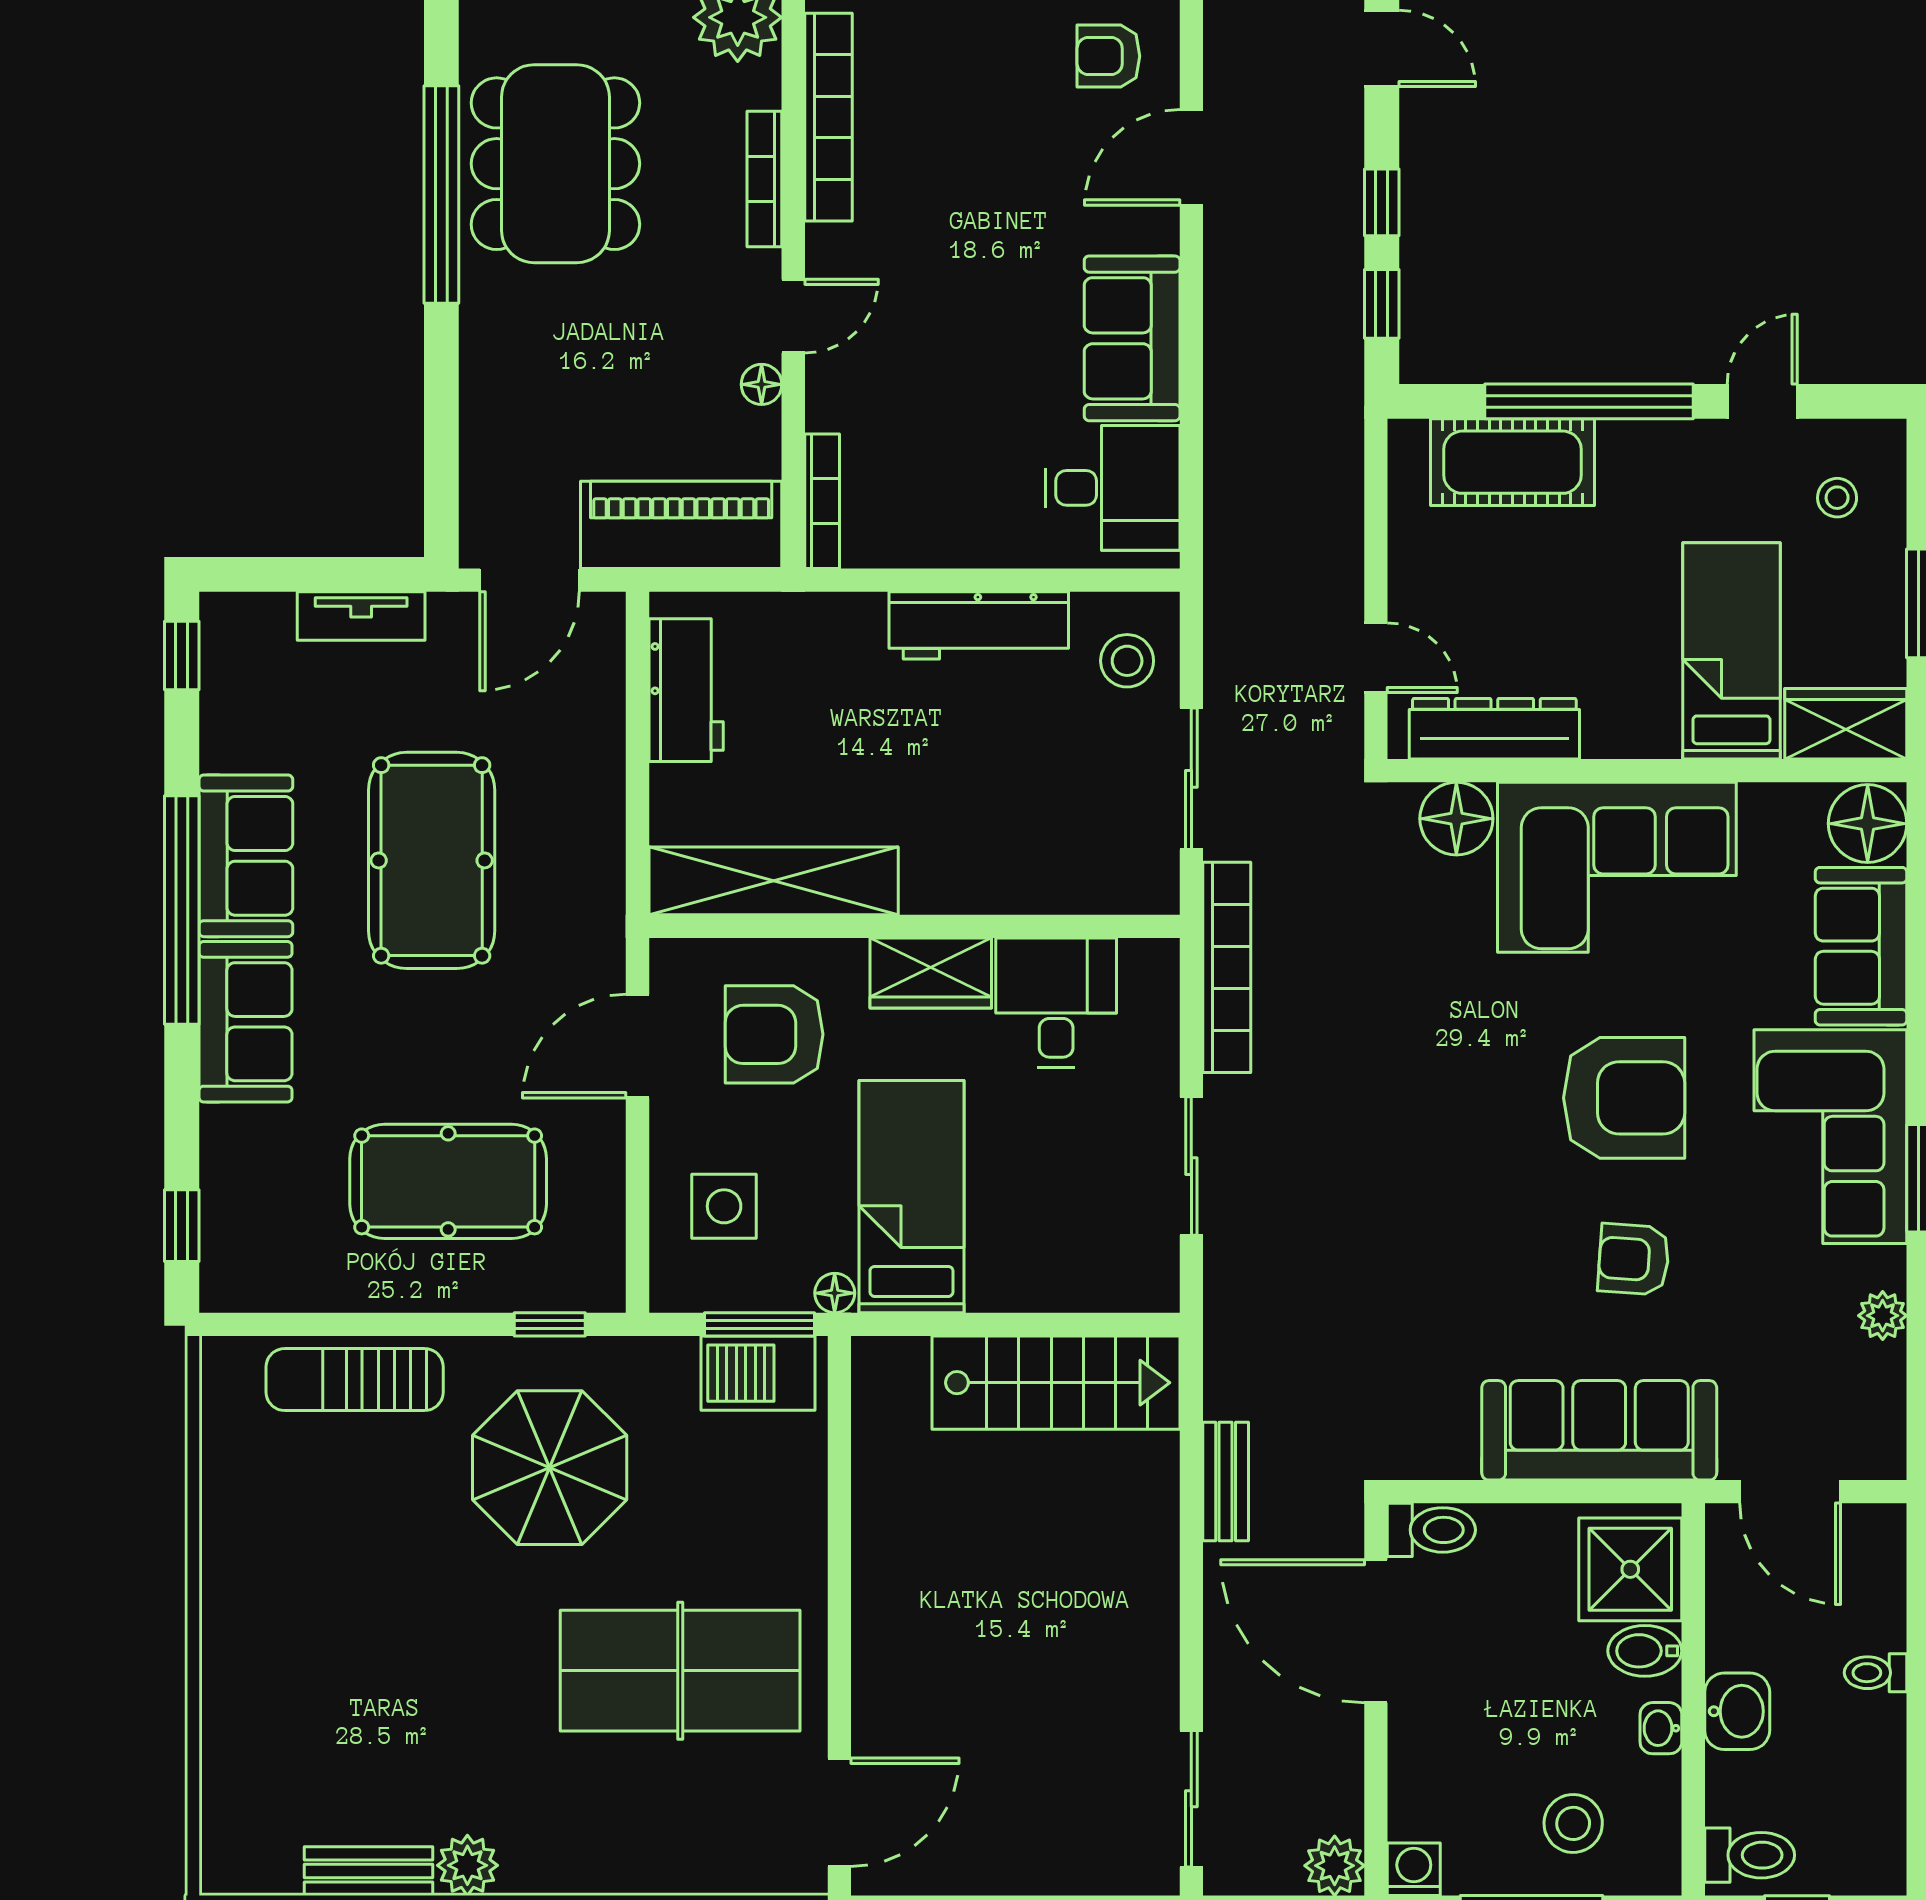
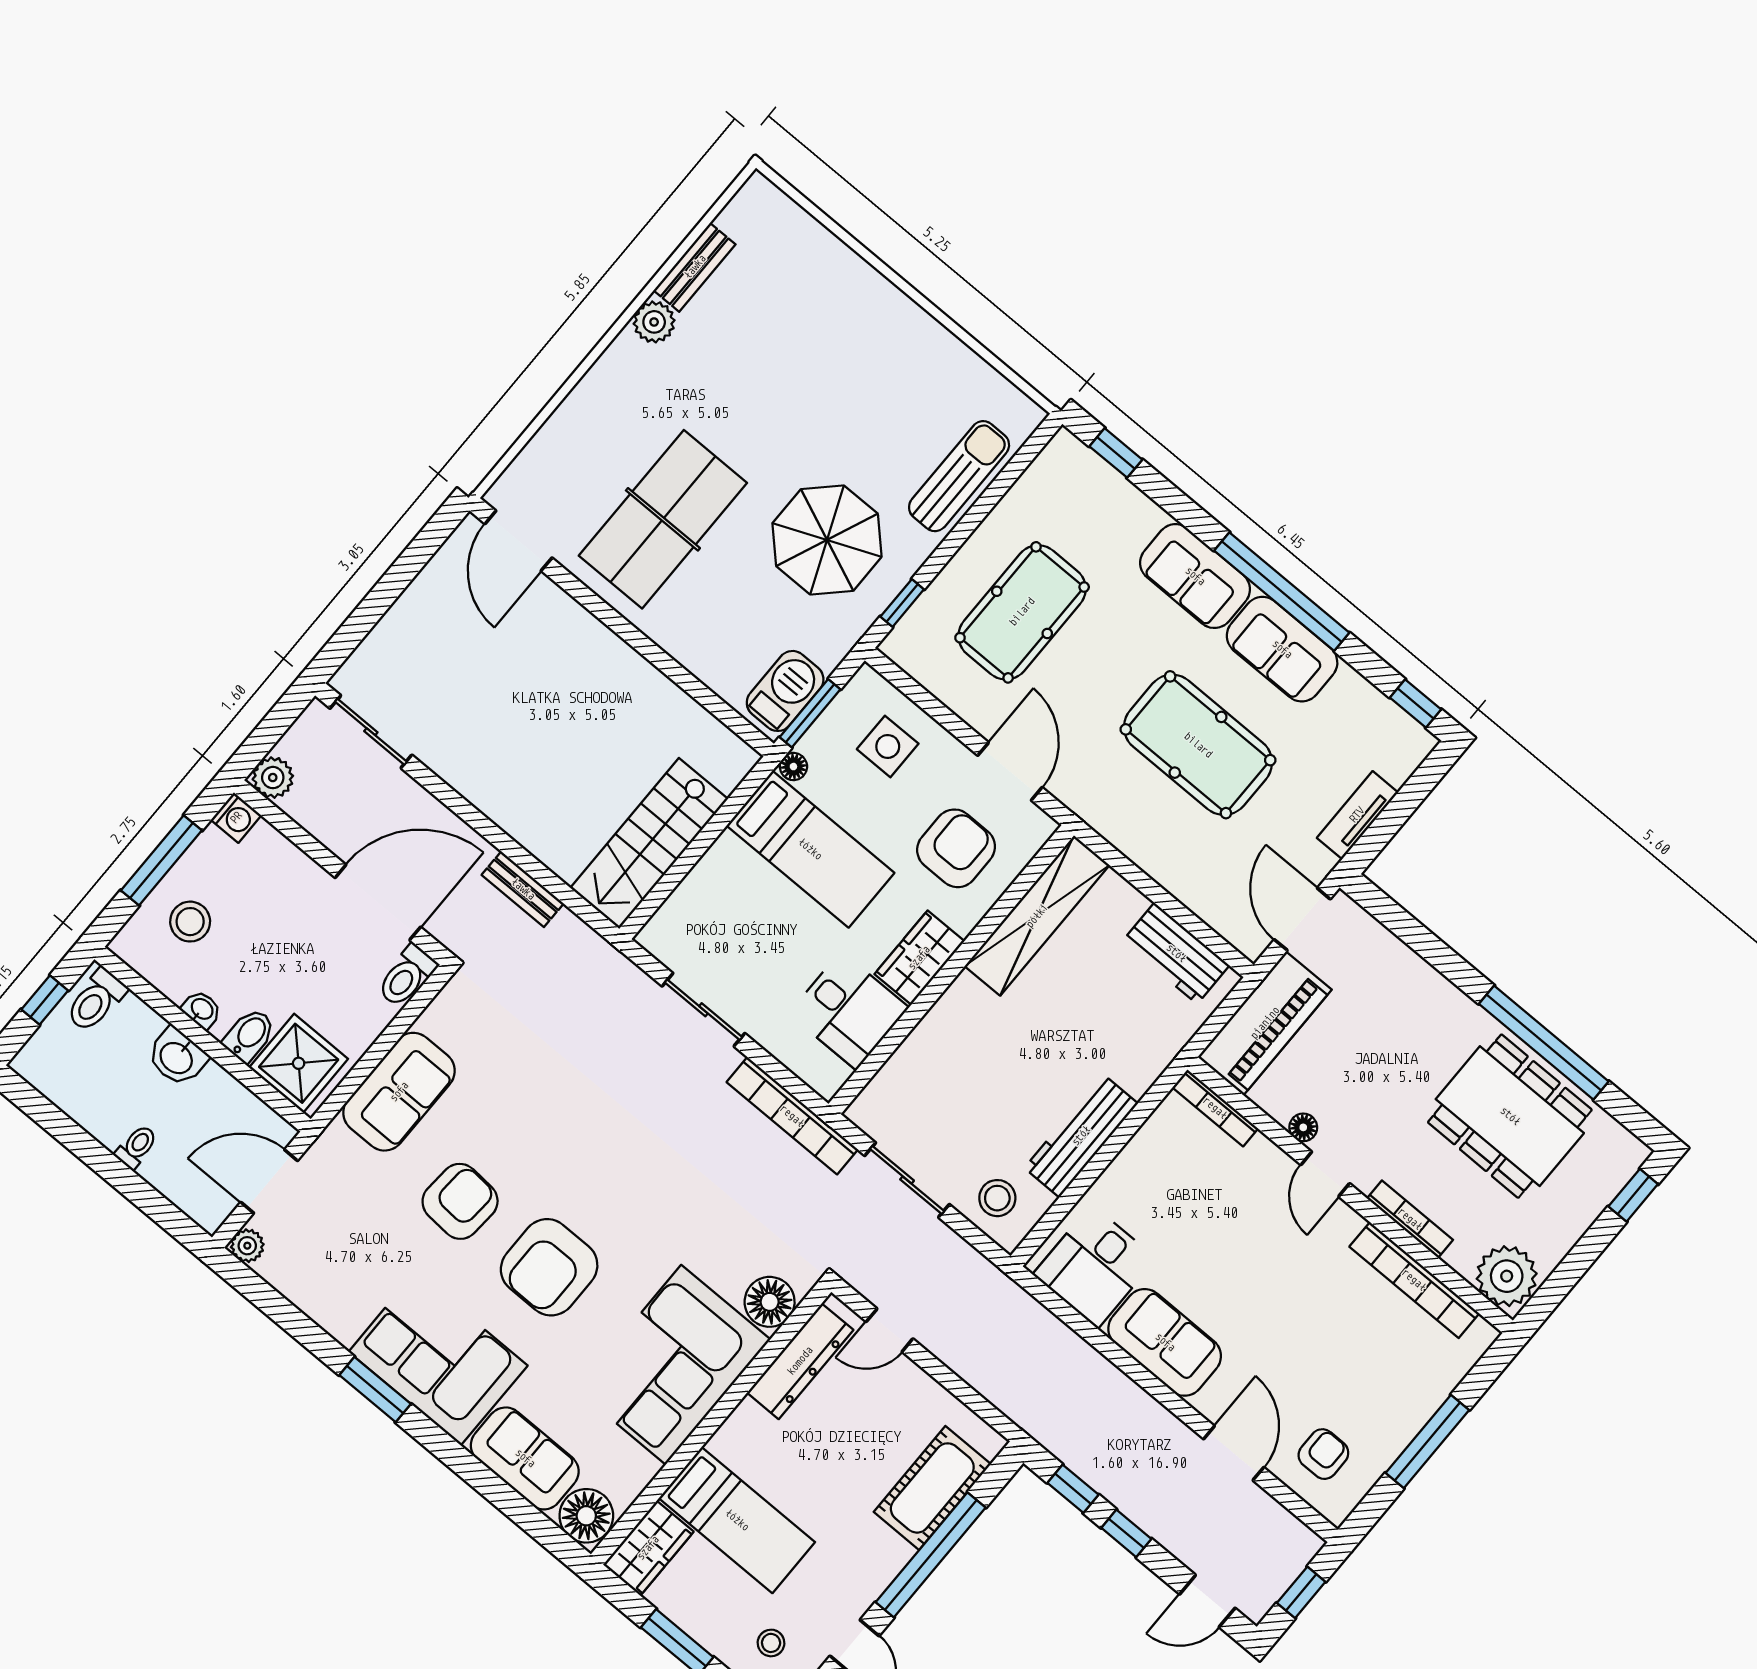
armchair: (1634, 1259) -> (460, 1201), width x1.38, depth x1.38
plant: (1883, 1316) -> (247, 1246), moved
sofa: (1599, 1430) -> (399, 1092), width x0.73

